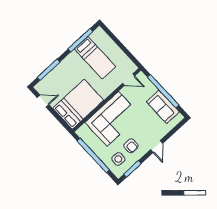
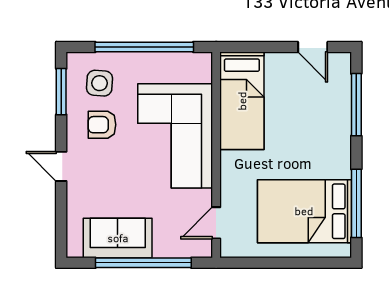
bed: (95, 58) -> (304, 211), width x1.50
door: (43, 101) -> (313, 47), hinge flipped
bed: (78, 104) -> (242, 101), width x0.67

